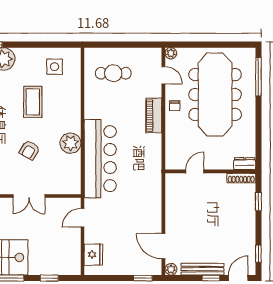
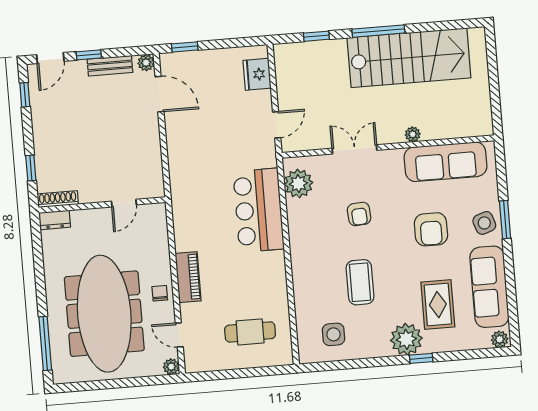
plant: (71, 143) -> (298, 184), moved
armchair: (30, 150) -> (359, 214), turned 146
bar counter: (100, 159) -> (259, 210), width x0.73
bench: (202, 269) -> (110, 66), width x0.73

